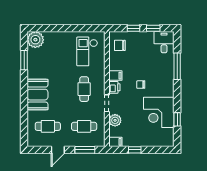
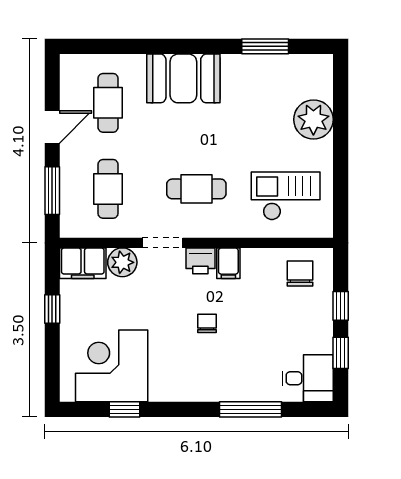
plant: (35, 40) -> (313, 119), moved
corner desk: (159, 112) -> (112, 366), moved
filing cabinet: (115, 142) -> (83, 263), width x2.00
door: (58, 150) -> (52, 127), swing flipped

